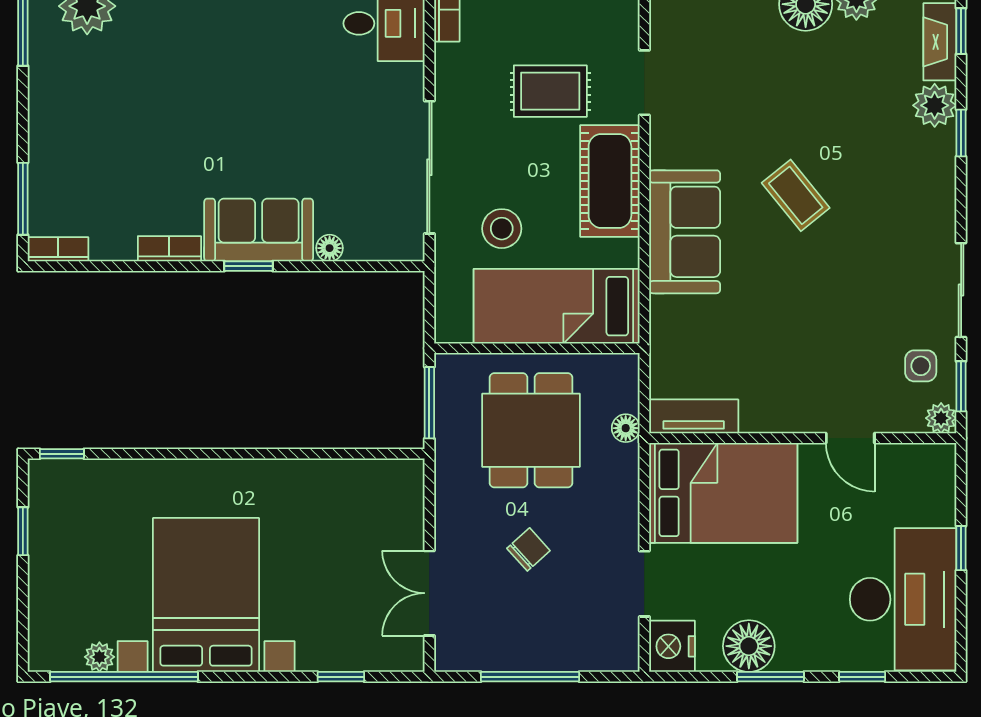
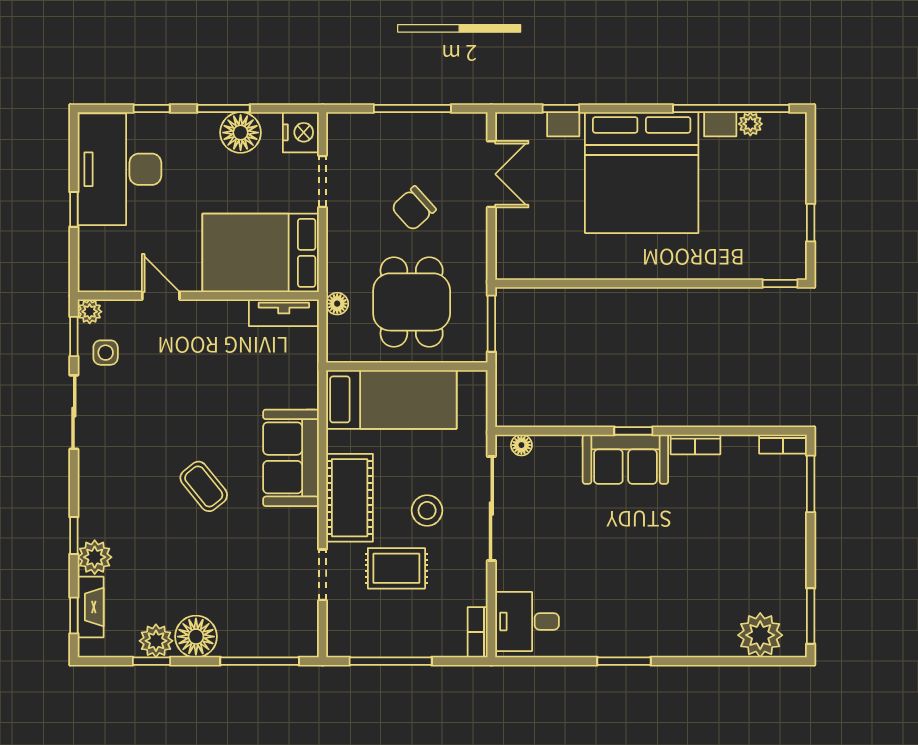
stool: (502, 229) -> (427, 510), moved
floor lamp: (330, 248) -> (521, 445), moved
chair: (528, 549) -> (414, 208), width x1.37, depth x1.37
bed with nightstands: (206, 595) -> (642, 173), width x1.36

